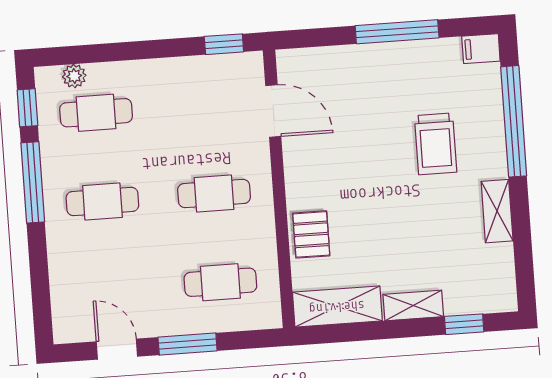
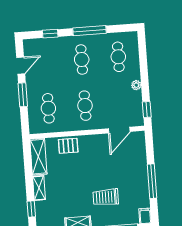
plant: (74, 76) -> (136, 85), moved
window: (27, 108) -> (50, 34), moved

